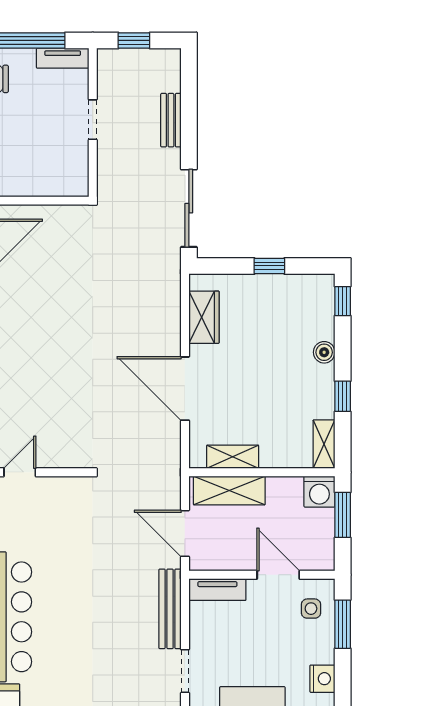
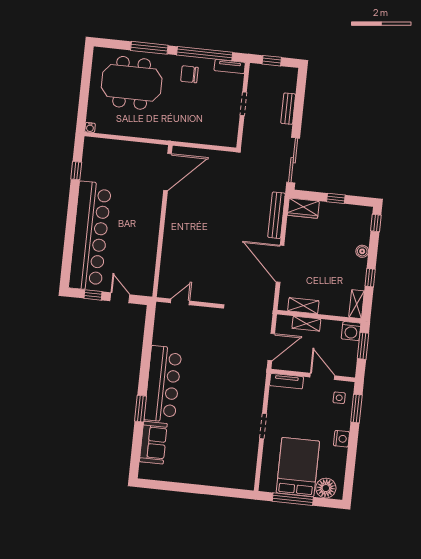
wardrobe: (204, 317) -> (303, 208), moved, turned 90
shelving: (229, 491) -> (306, 324), width x0.67, depth x0.75
door: (185, 533) -> (271, 347), swing flipped
bench: (170, 609) -> (276, 215), moved

